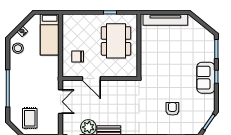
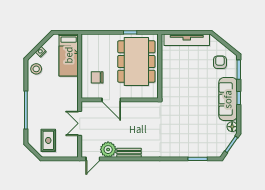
dining table: (116, 41) -> (136, 61), width x1.36, depth x1.24
sofa: (206, 78) -> (228, 99), width x1.36
double door: (60, 102) -> (80, 123), swing flipped
floor lamp: (210, 105) -> (232, 127), added
armchair: (172, 109) -> (220, 62), moved

